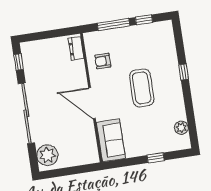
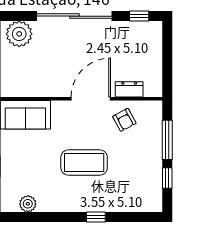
dresser: (76, 48) -> (129, 89), moved
armchair: (103, 61) -> (124, 120), turned 152
door: (92, 103) -> (91, 99), moved

